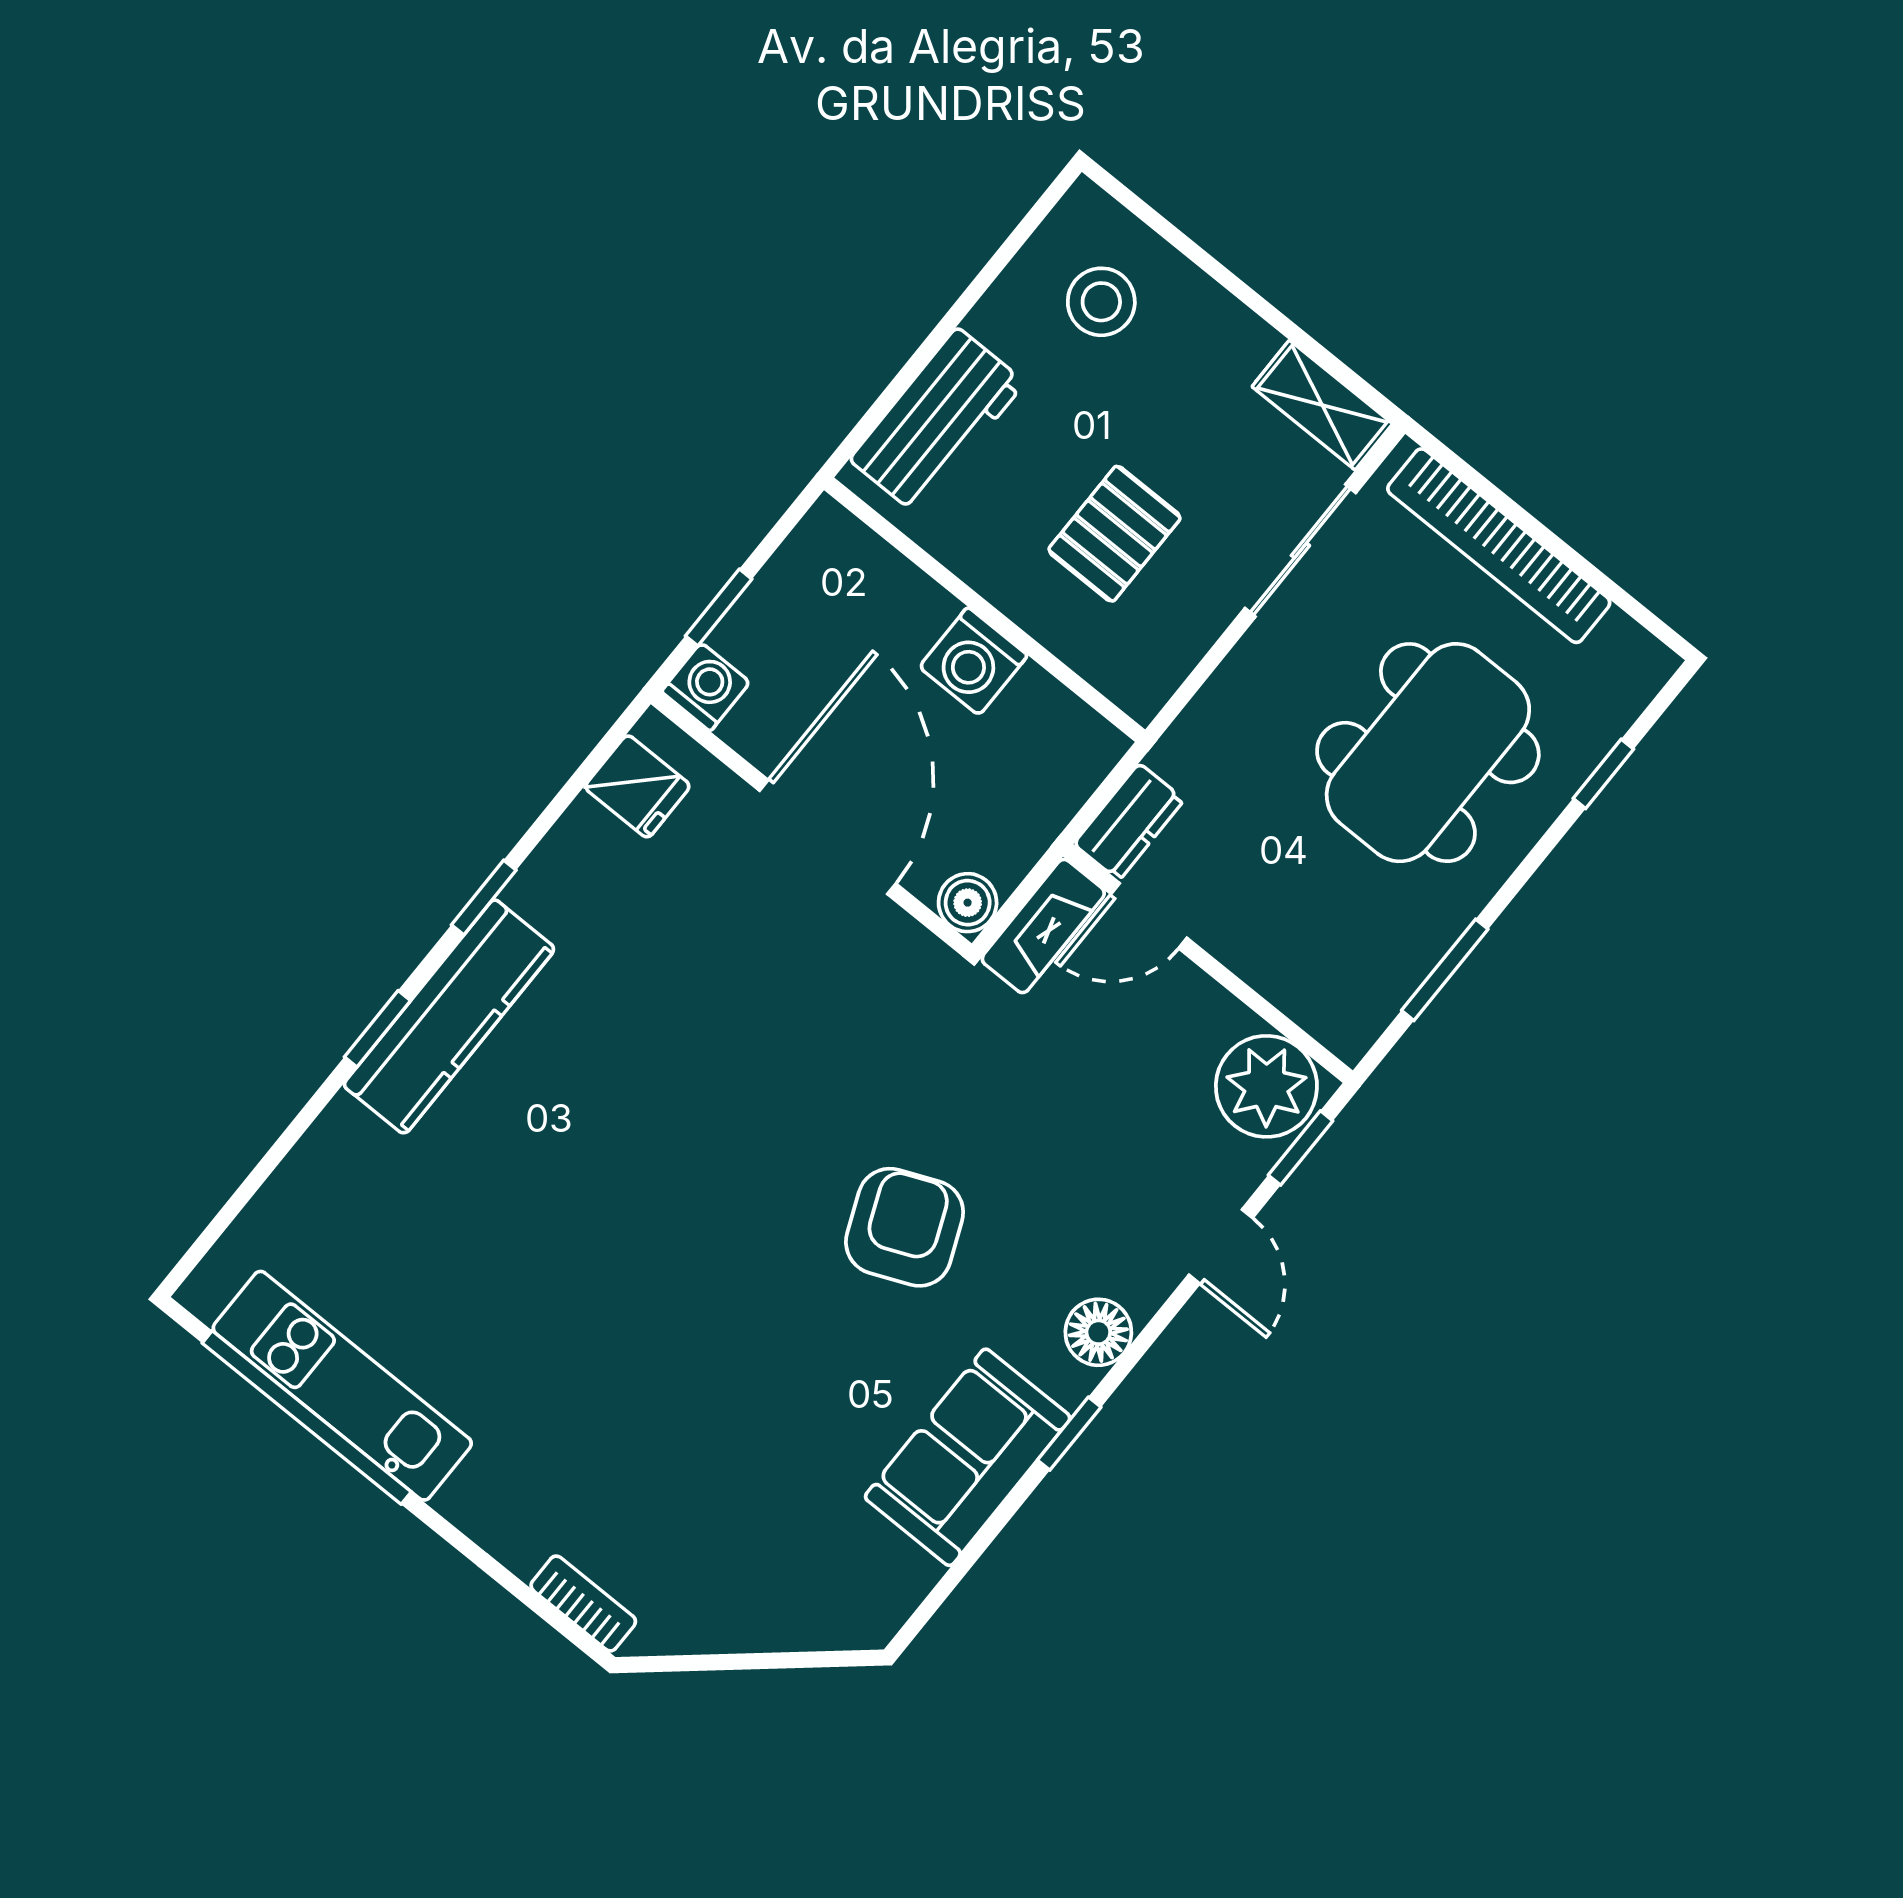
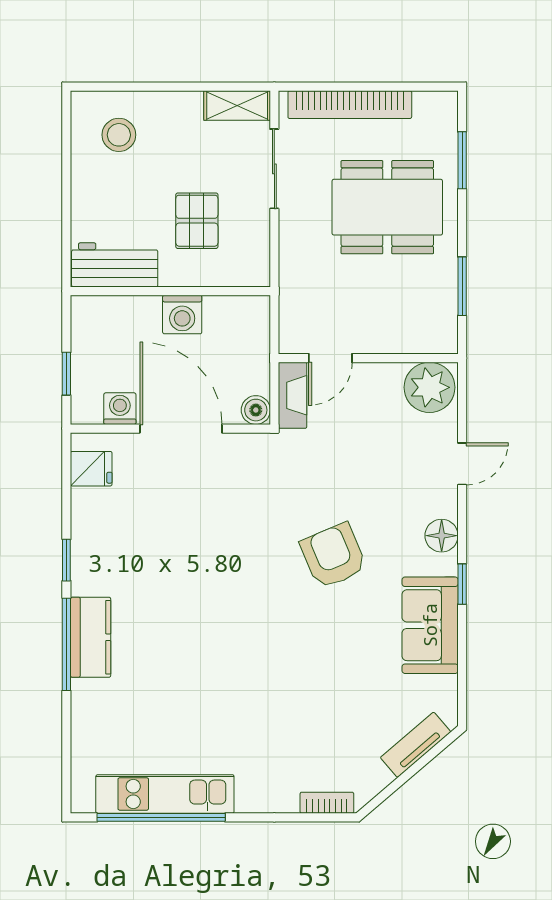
workbench: (937, 421) -> (115, 265), moved, turned -90
washing machine: (706, 687) -> (120, 409), moved
dining table: (1428, 753) -> (387, 207), turned 90
window: (1603, 774) -> (462, 160), width x1.50
dresser: (1129, 822) -> (293, 328), removed
kitchen counter: (449, 1017) -> (91, 637), width x0.67
window: (378, 1029) -> (66, 644), width x2.17
window: (1300, 1148) -> (462, 401), removed
door: (1221, 1246) -> (462, 464), hinge flipped
tv unit: (794, 1625) -> (416, 745), added

